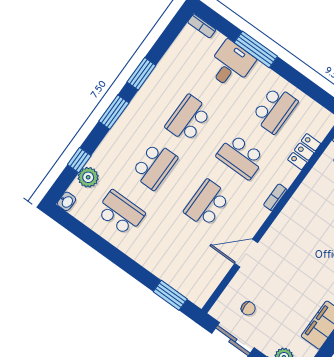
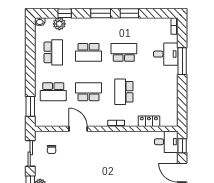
school desk: (275, 110) -> (53, 92), moved

